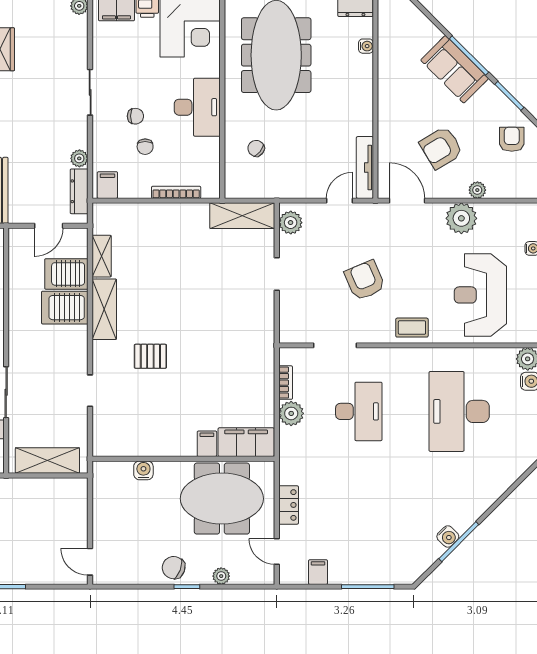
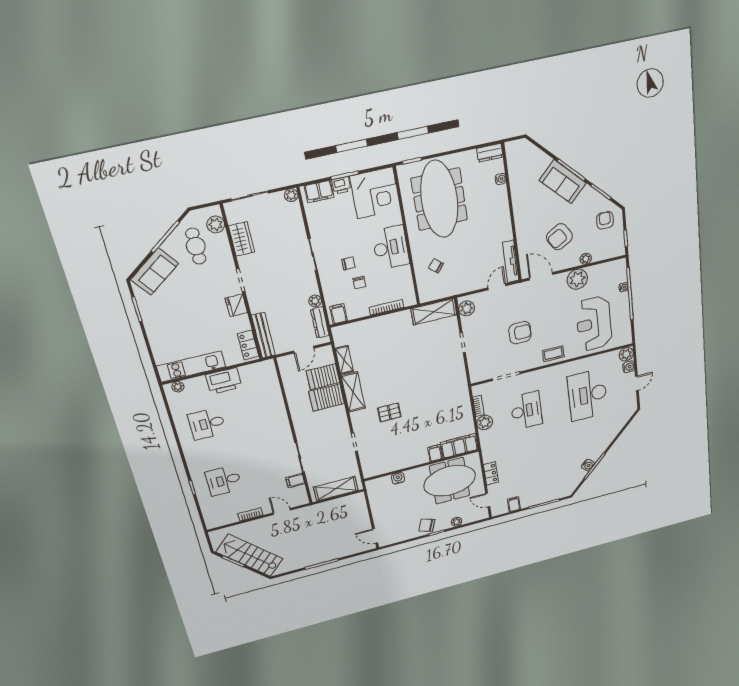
armchair: (365, 280) -> (520, 333), turned 113

